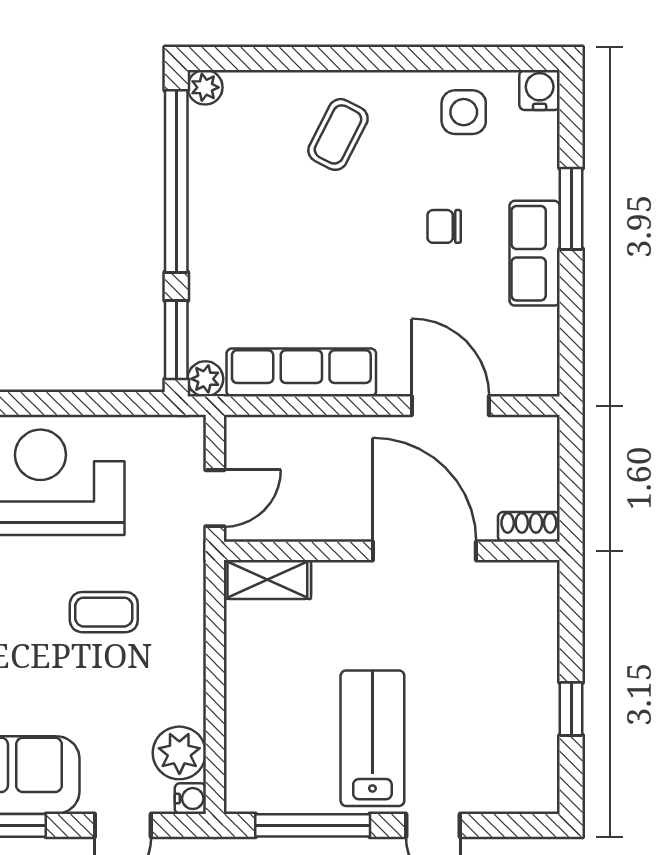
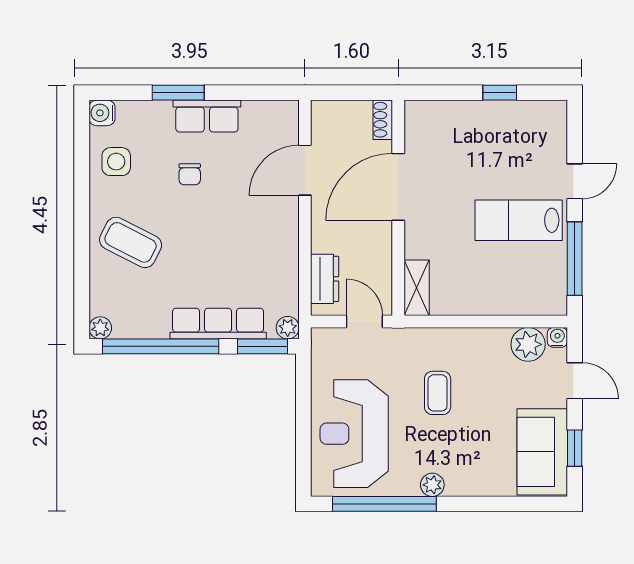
coffee table: (338, 134) -> (131, 242), width x1.36, depth x1.30
row of seats: (301, 372) -> (218, 324), moved, turned 90
dresser: (281, 436) -> (325, 279), added

